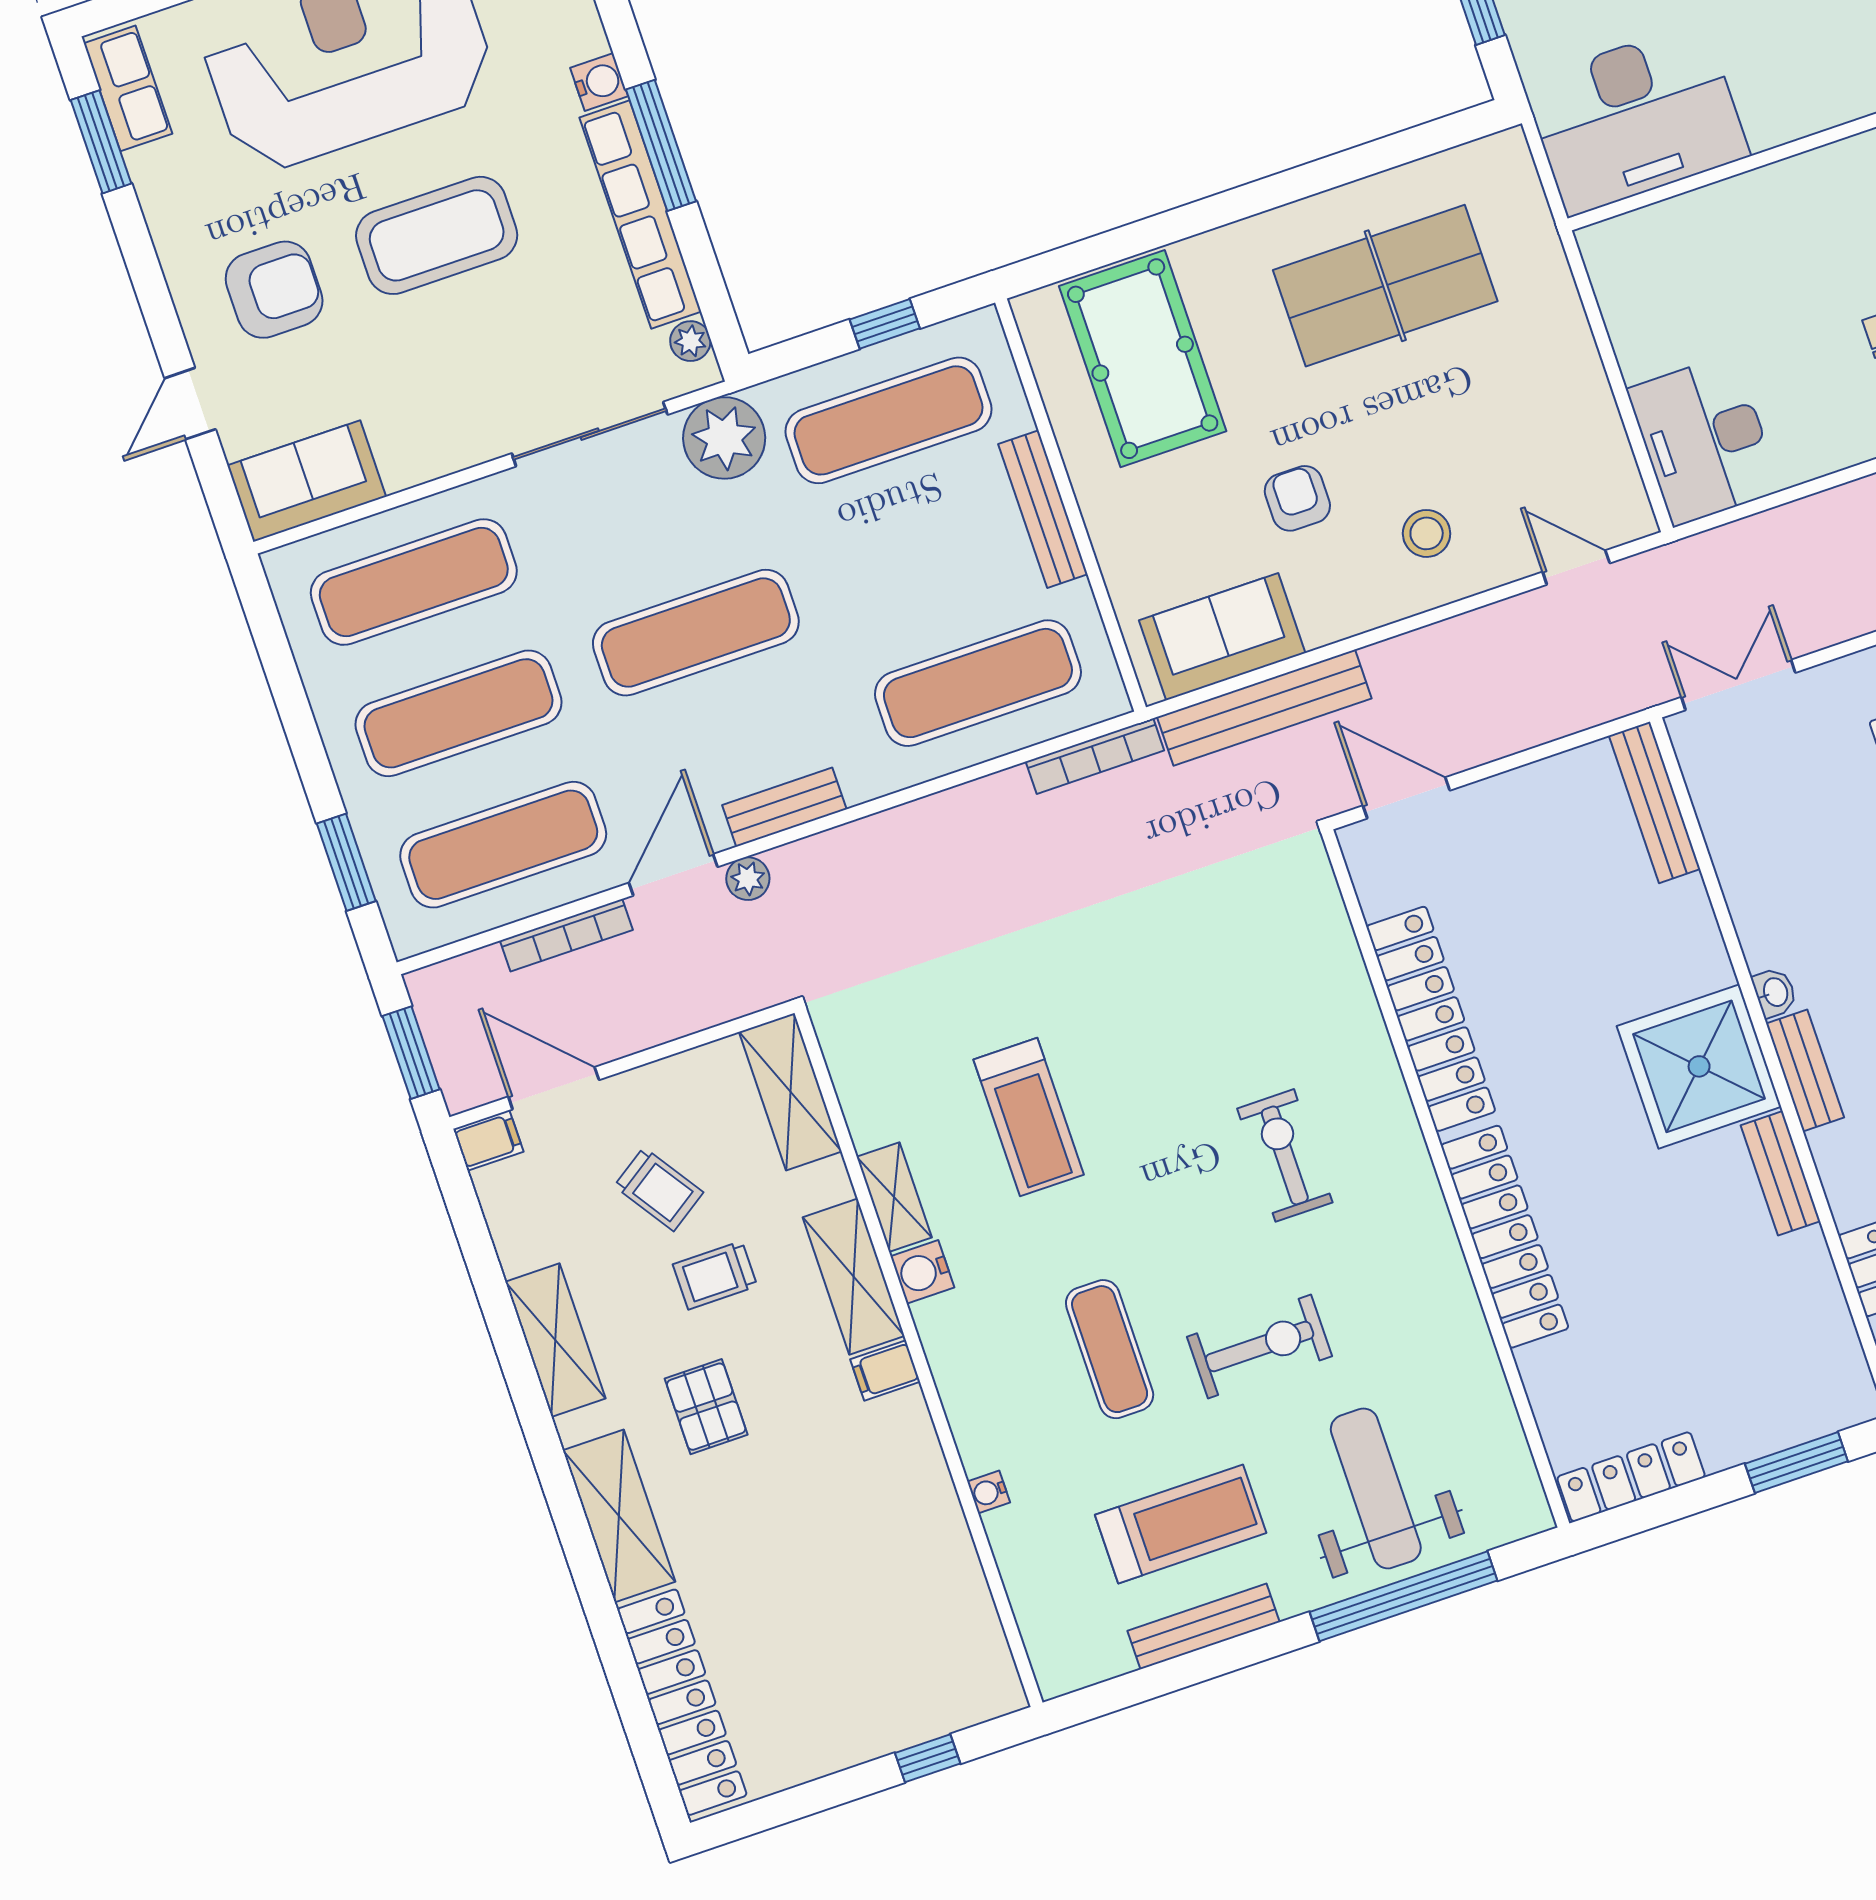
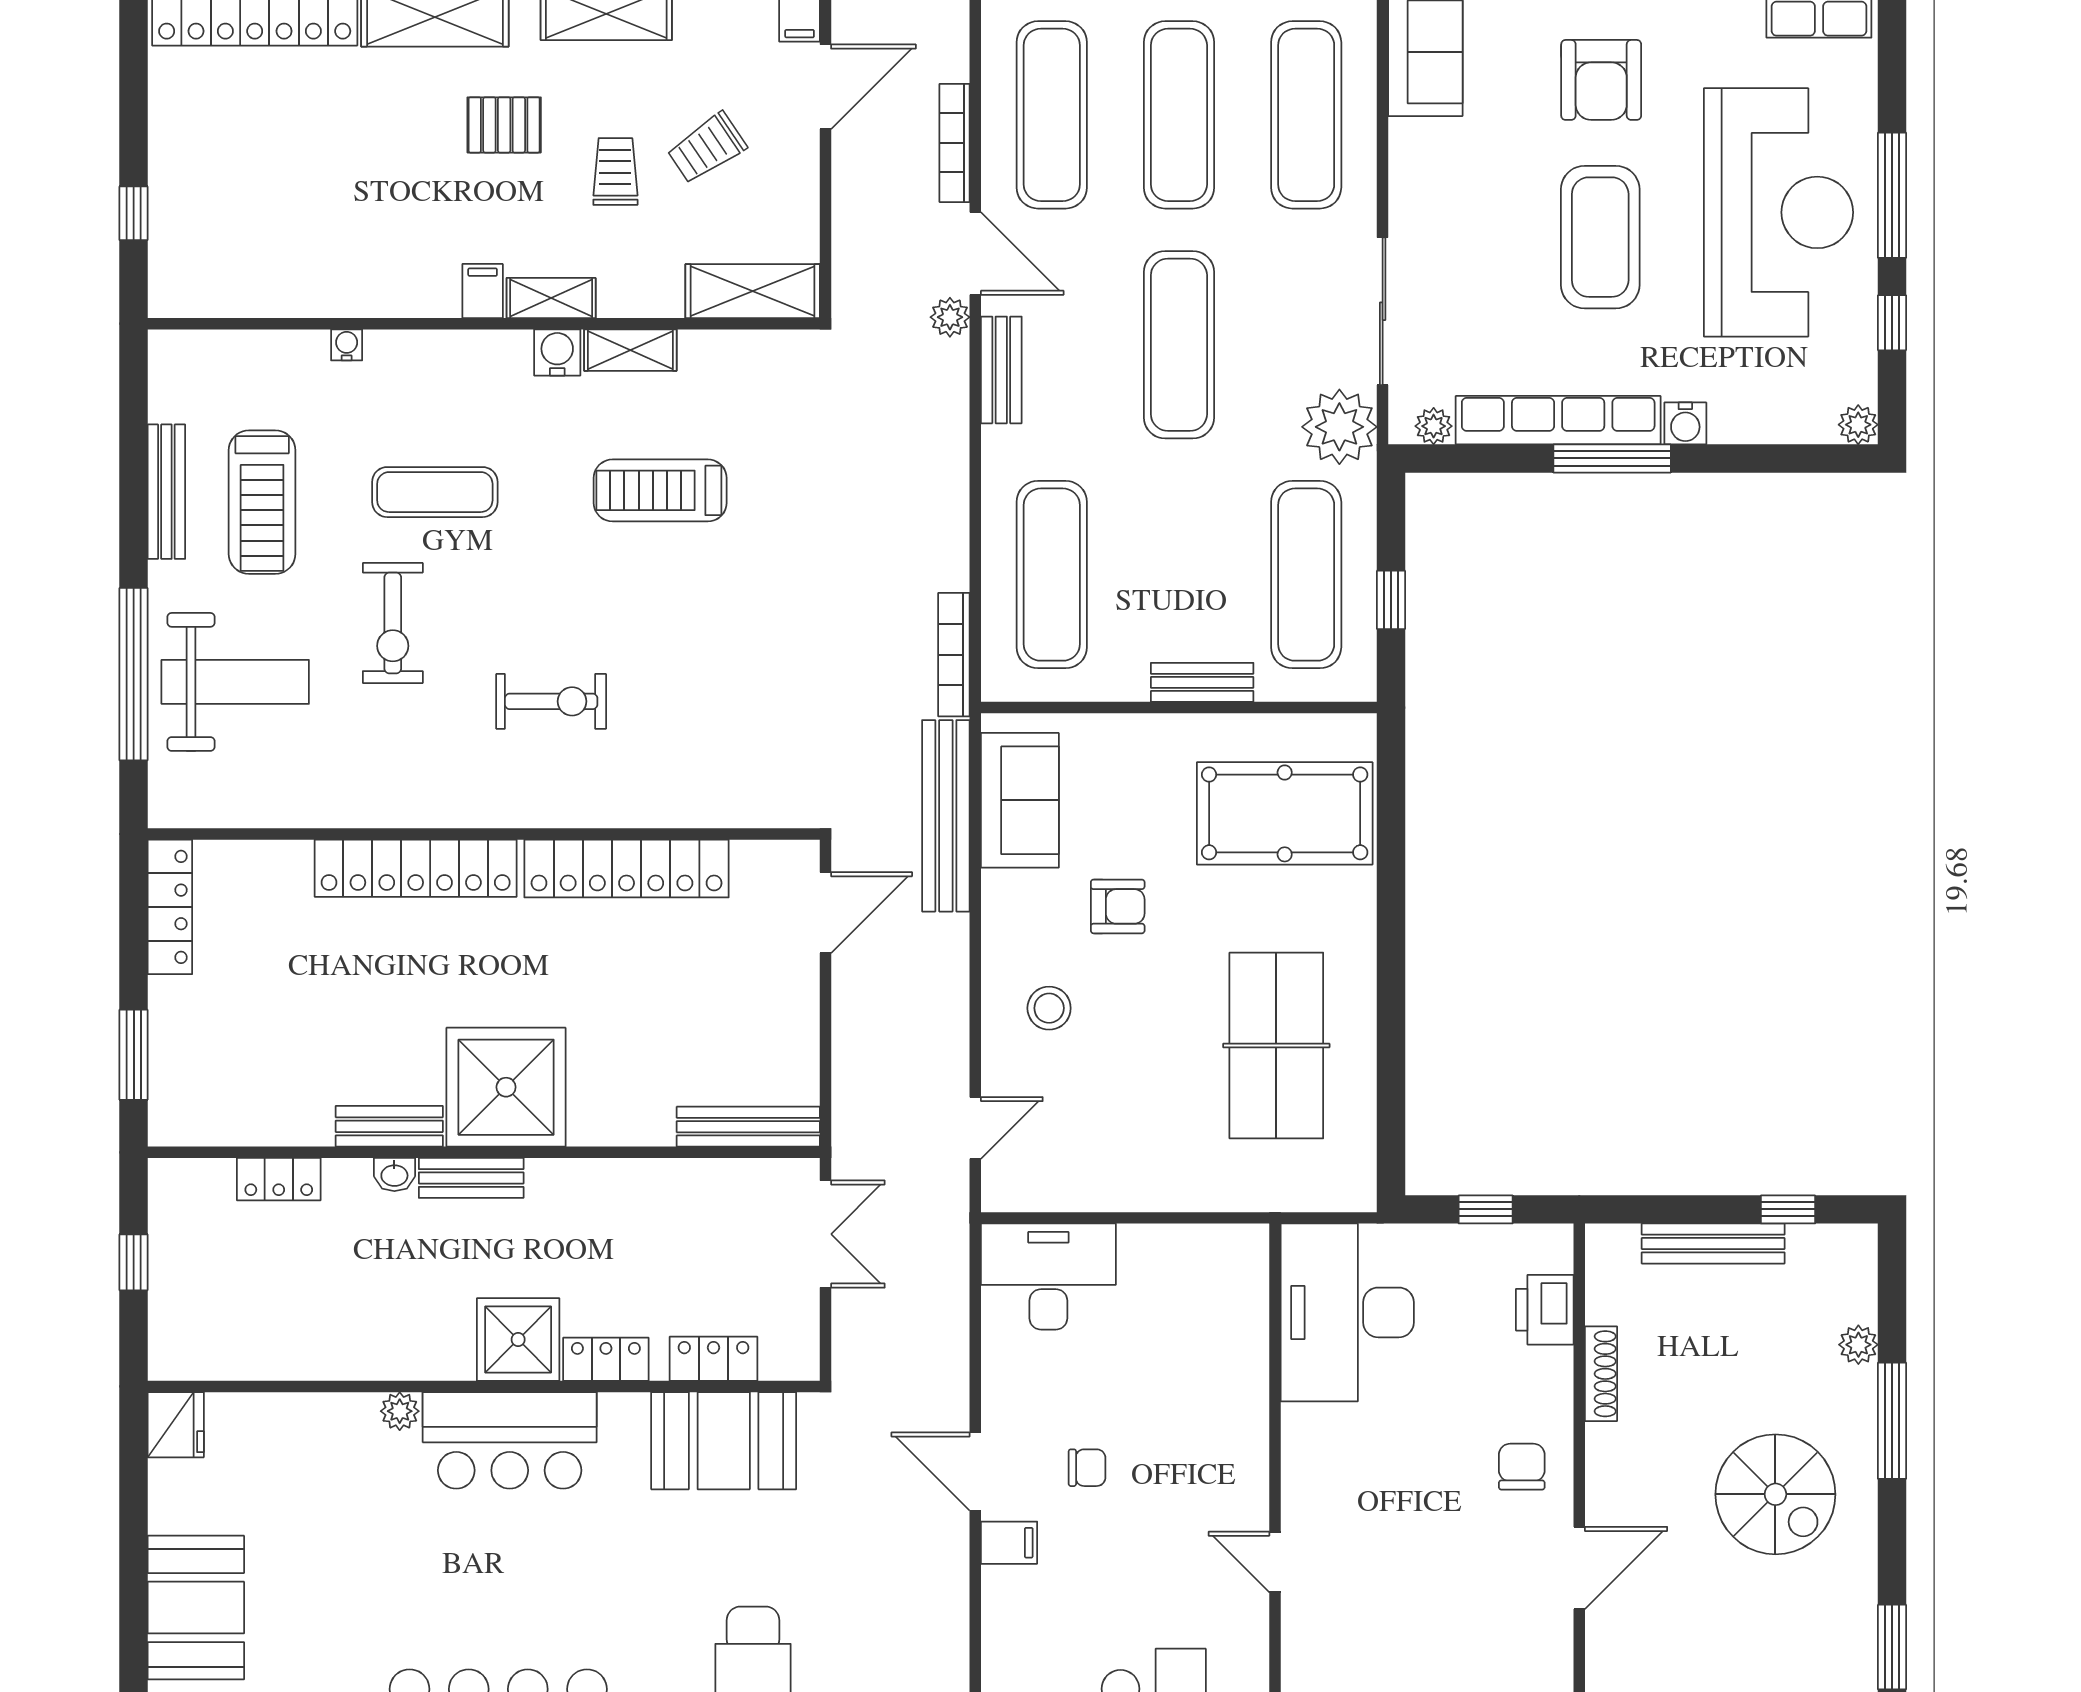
bench: (1043, 509) -> (1202, 682), width x0.73
washbasin: (1775, 992) -> (394, 1175), moved
shelving: (854, 1277) -> (551, 298), width x0.67, depth x0.75

